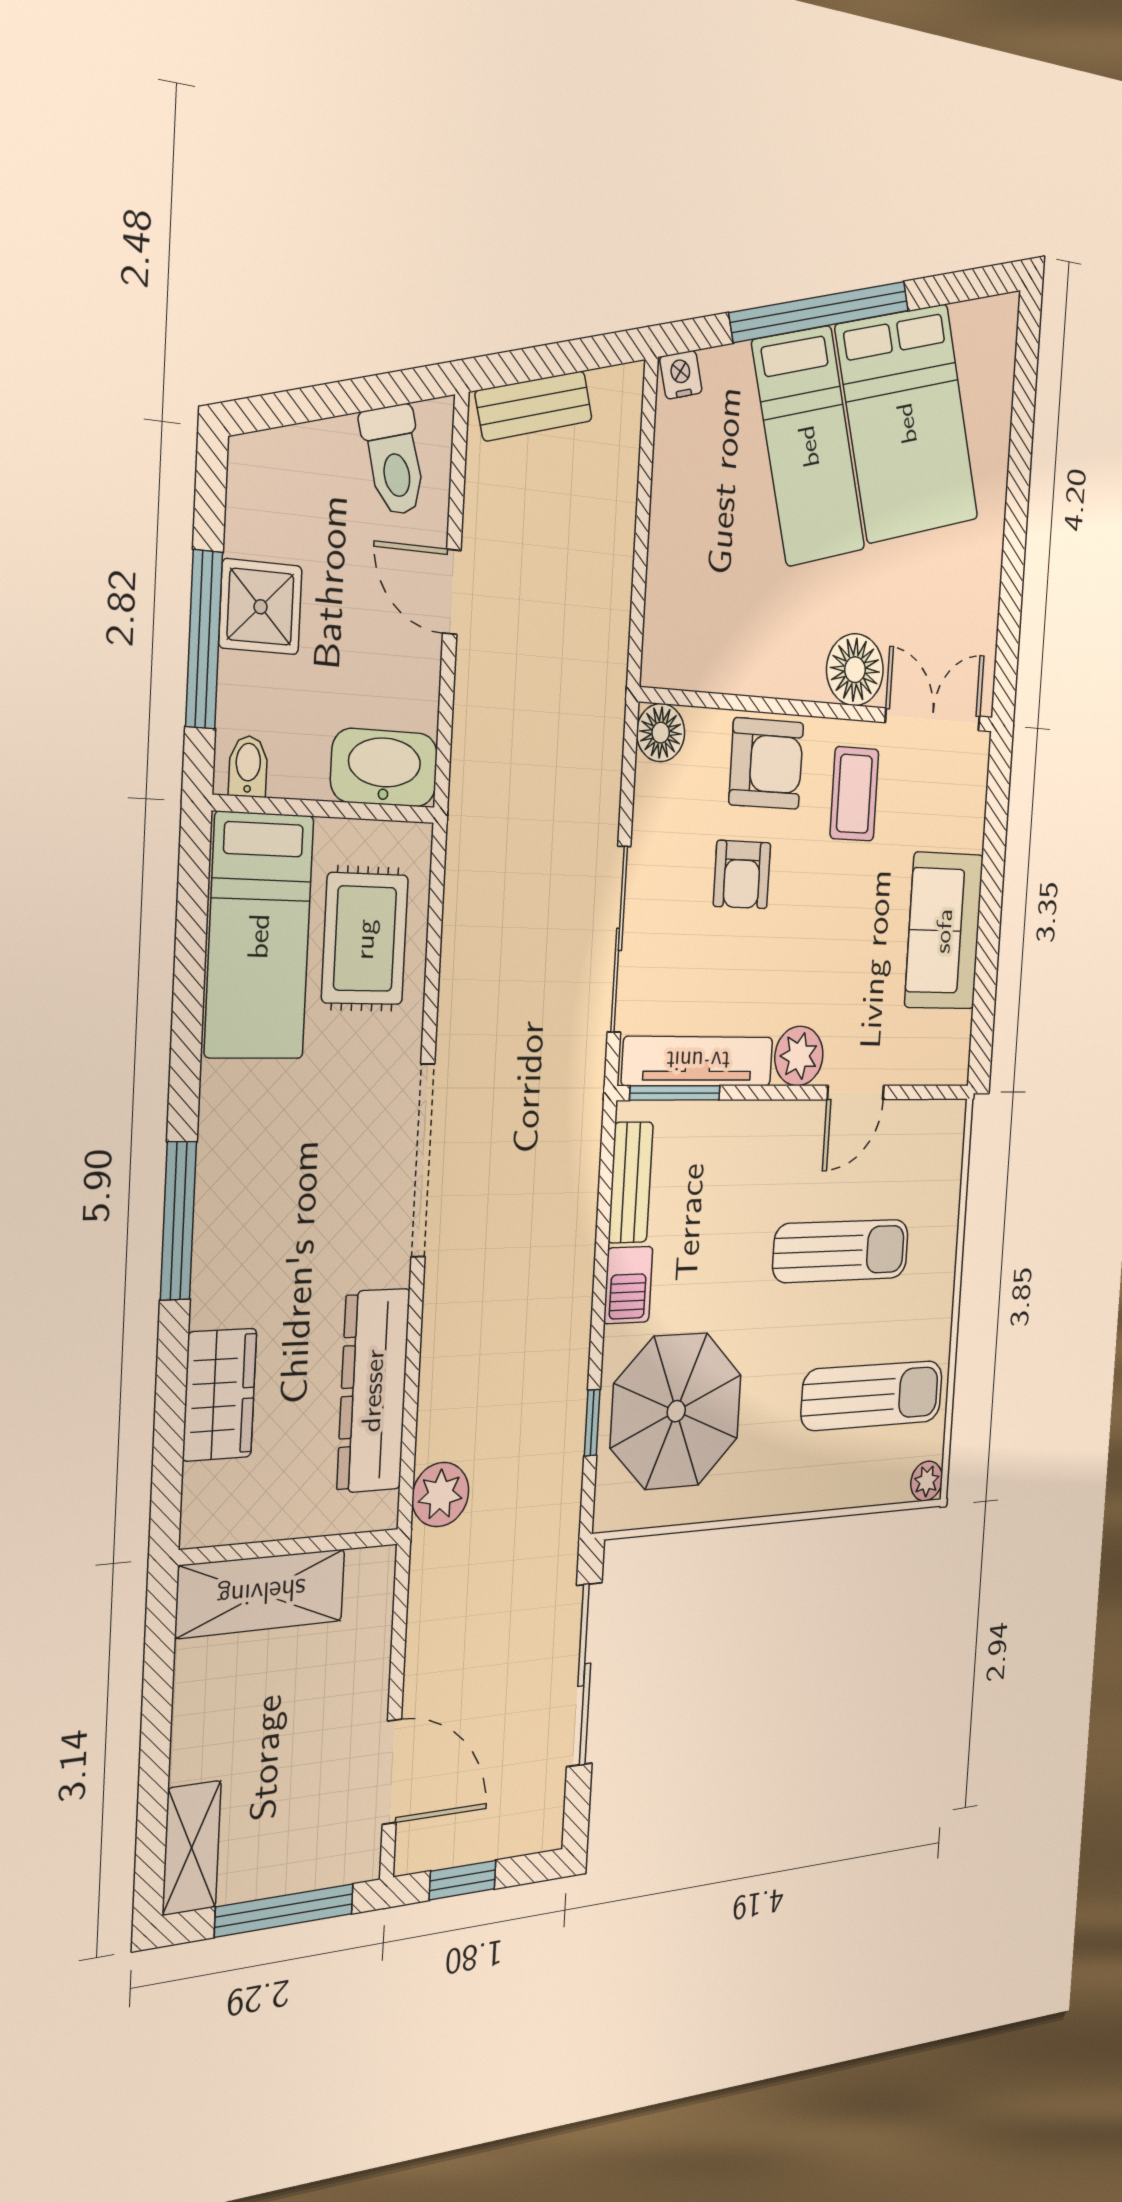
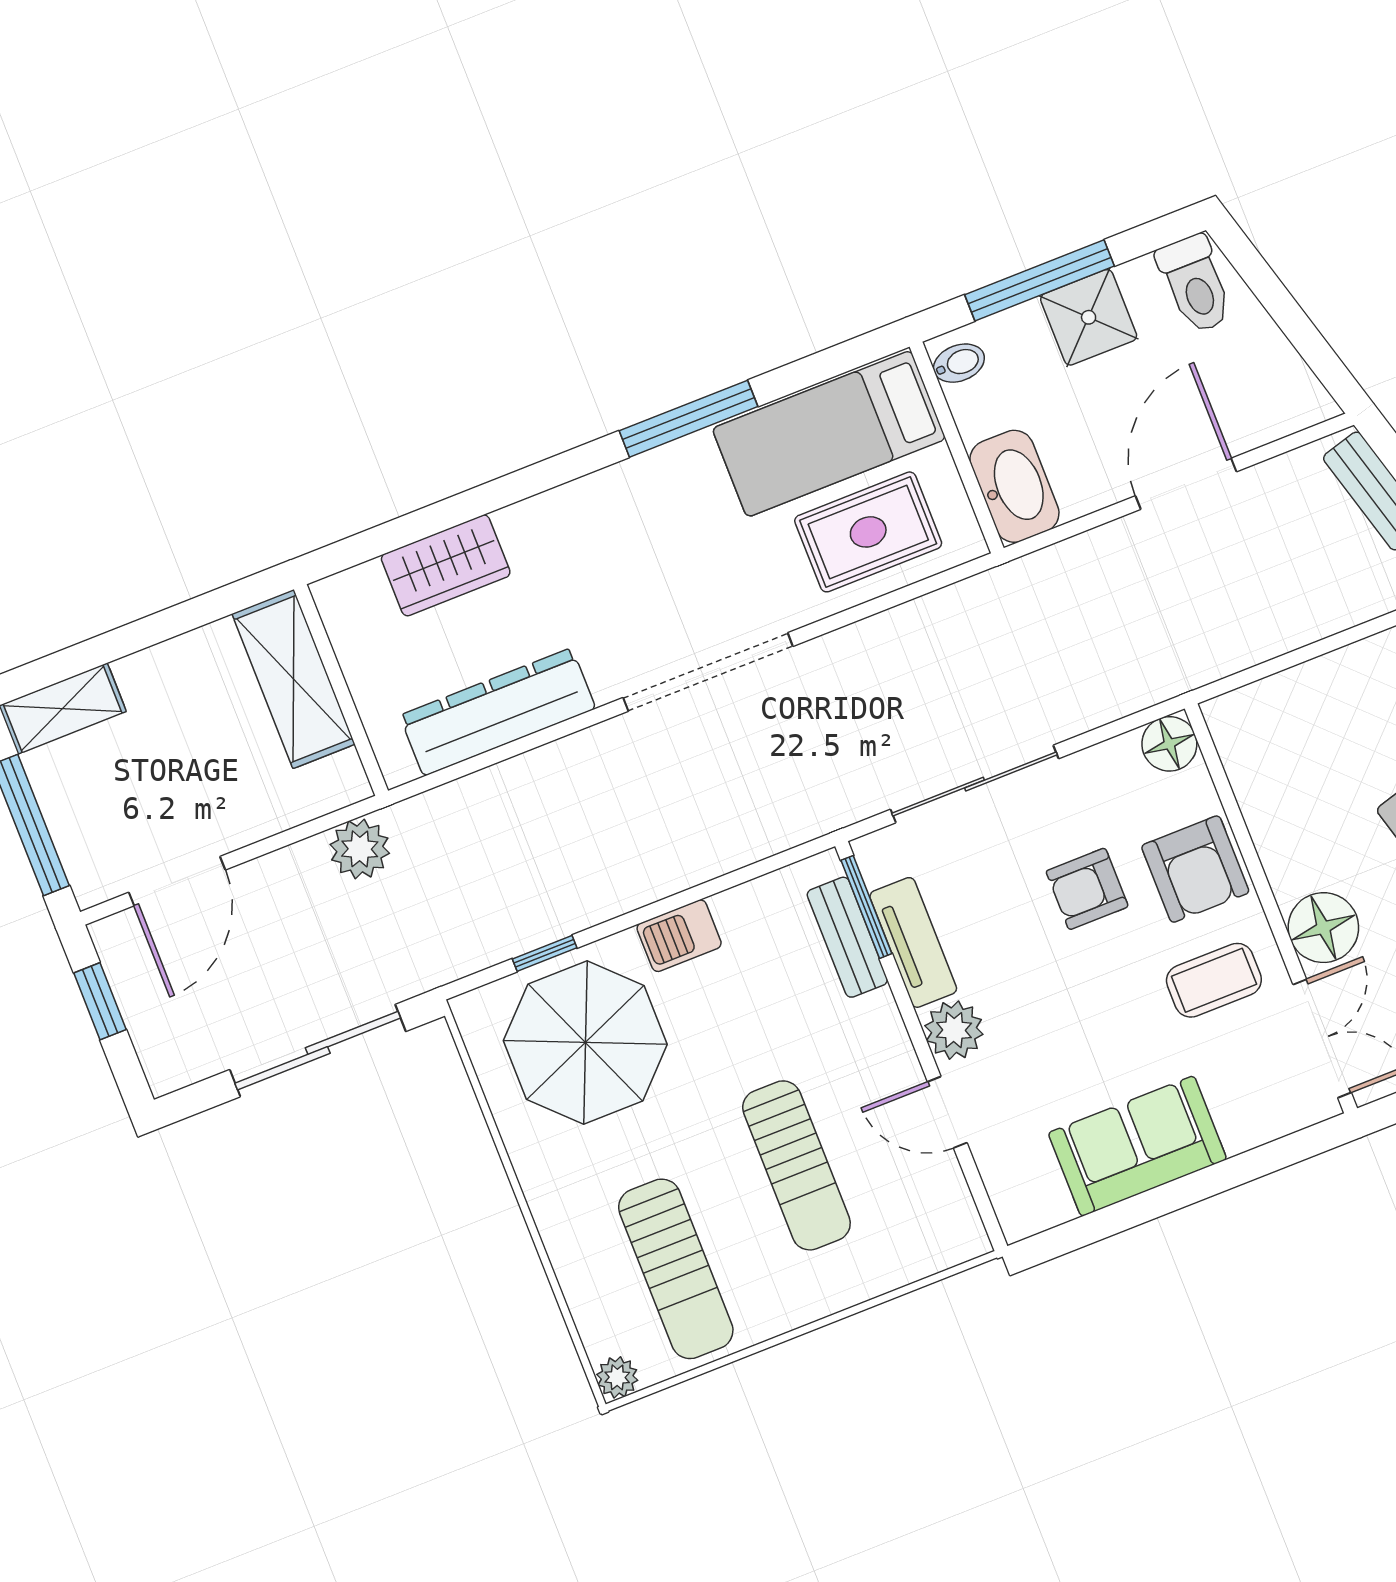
toilet: (394, 460) -> (1195, 284), moved, turned -74
door: (452, 592) -> (1186, 484), width x1.38
tv unit: (698, 1061) -> (913, 942), width x0.71
bench: (631, 1182) -> (847, 937), moved, turned 90
window: (178, 1221) -> (688, 419), moved
plant: (440, 1495) -> (360, 849), moved

